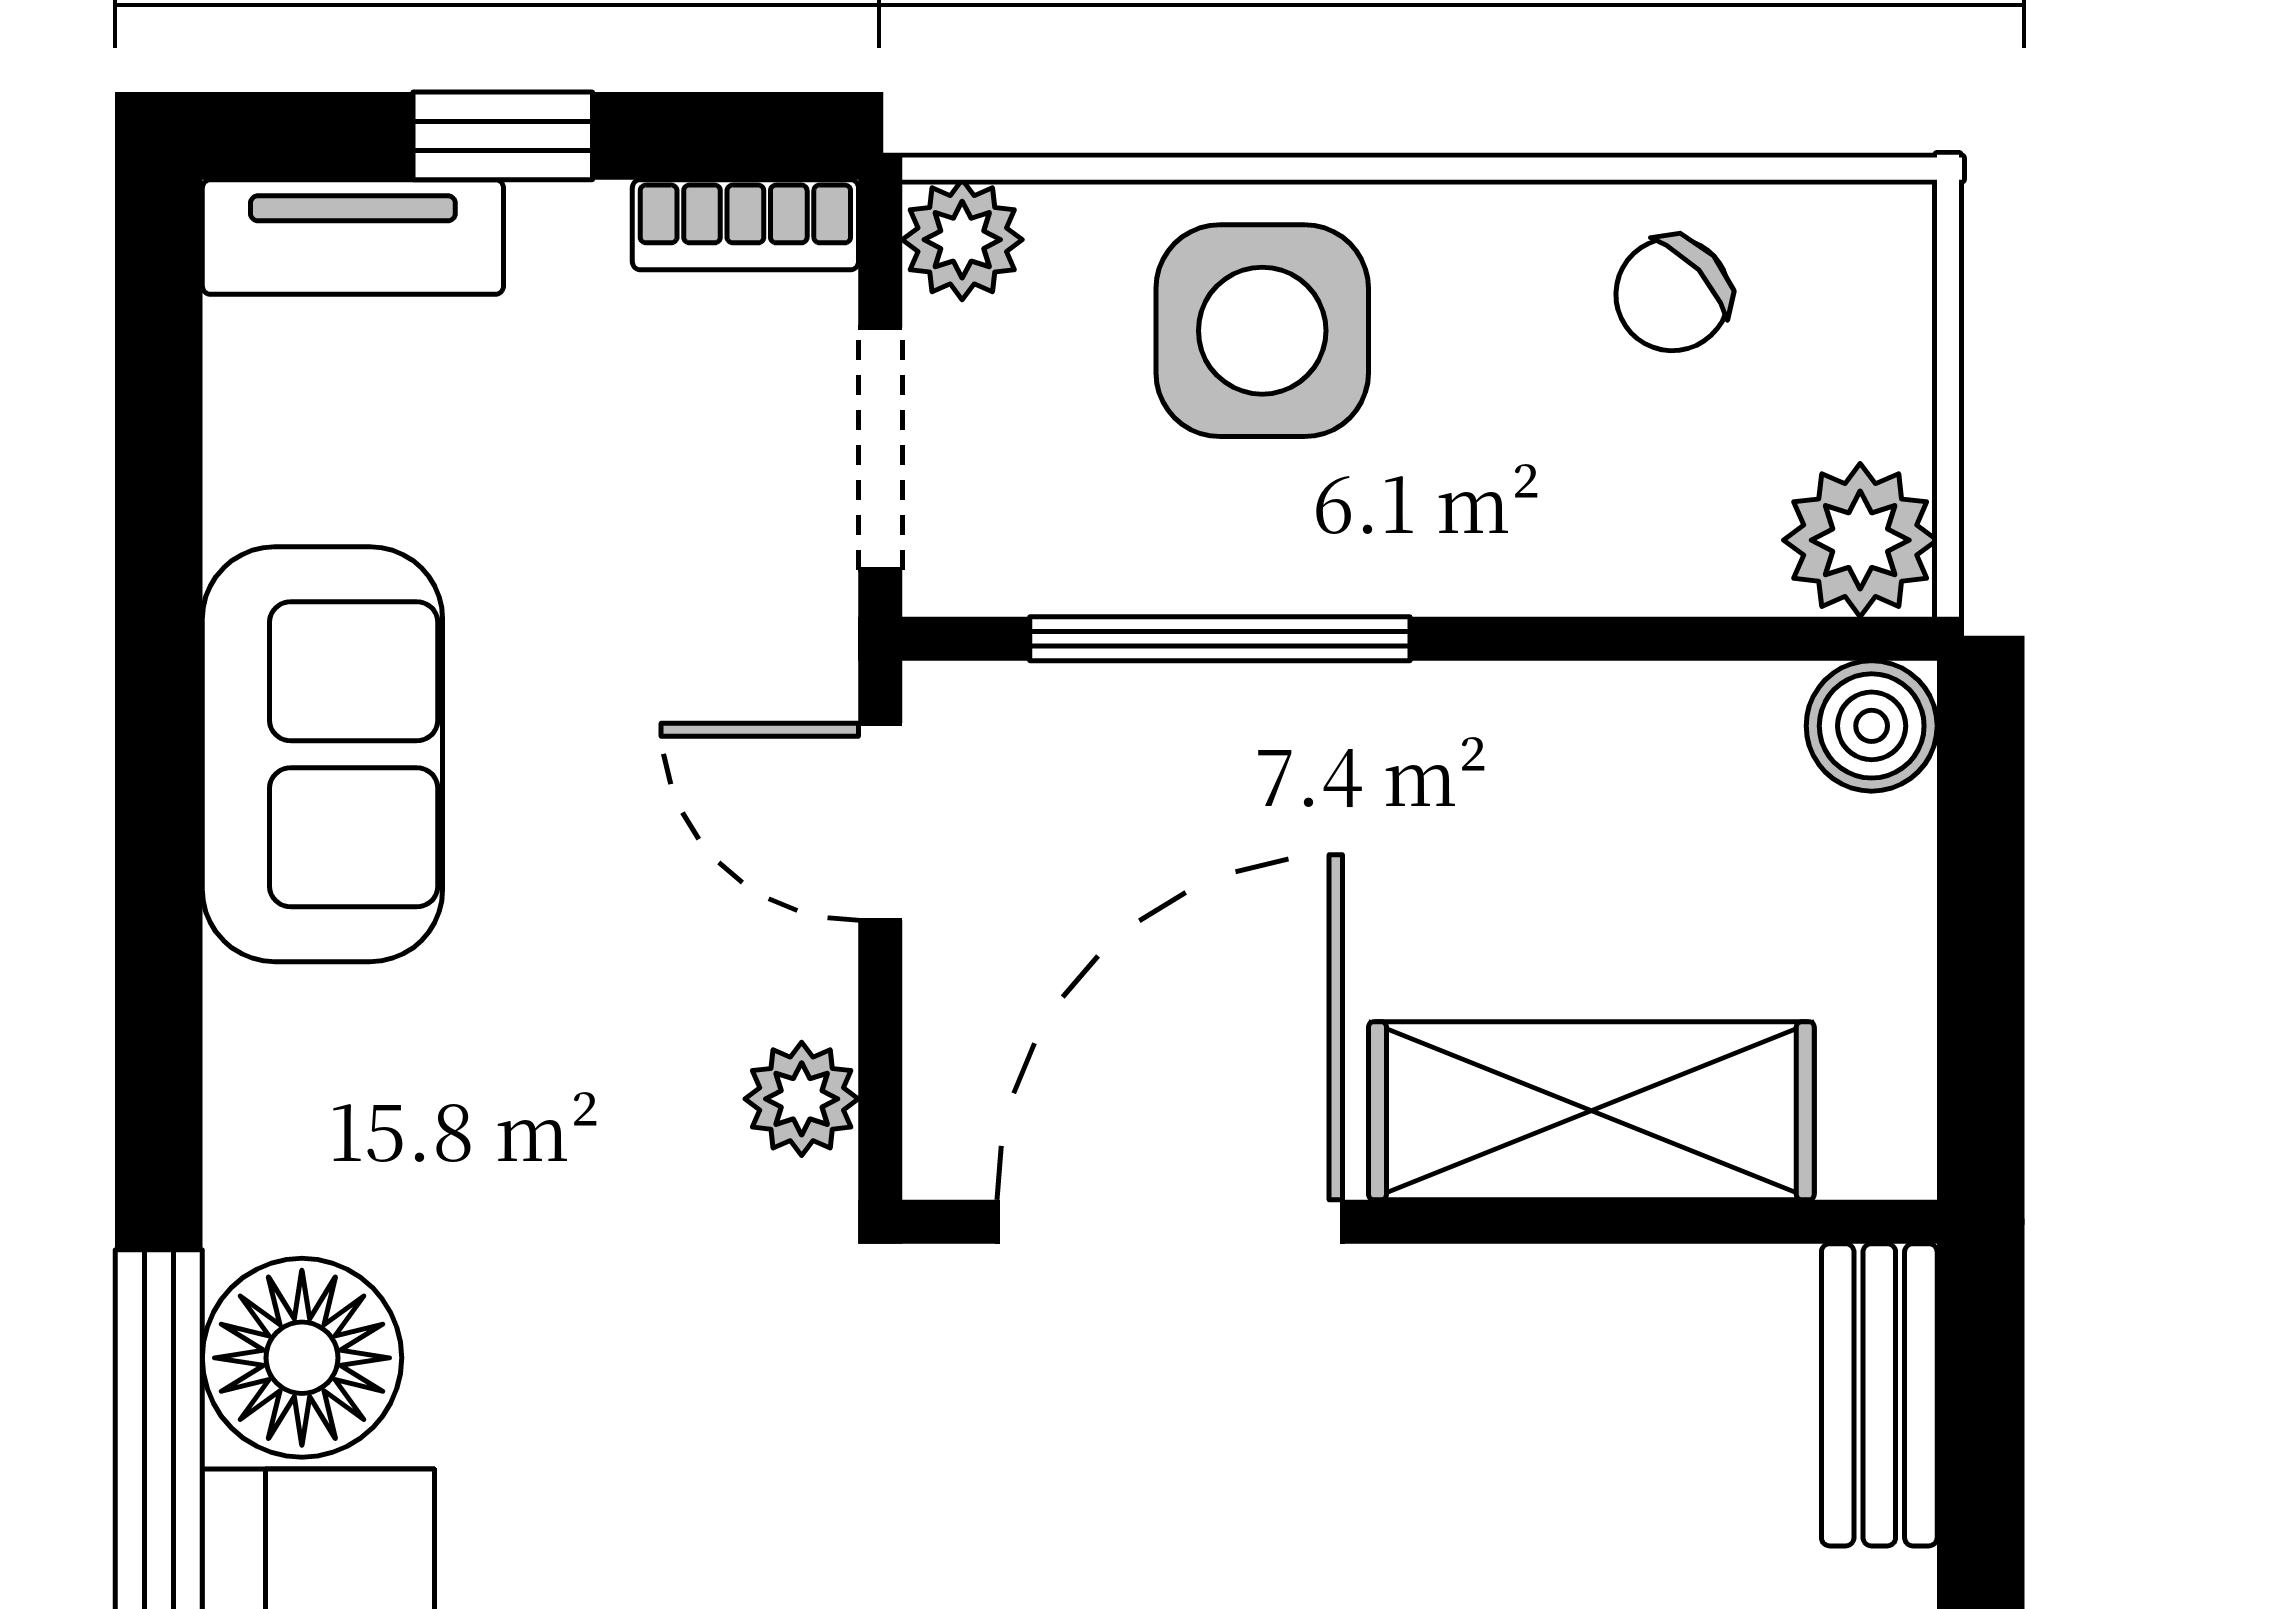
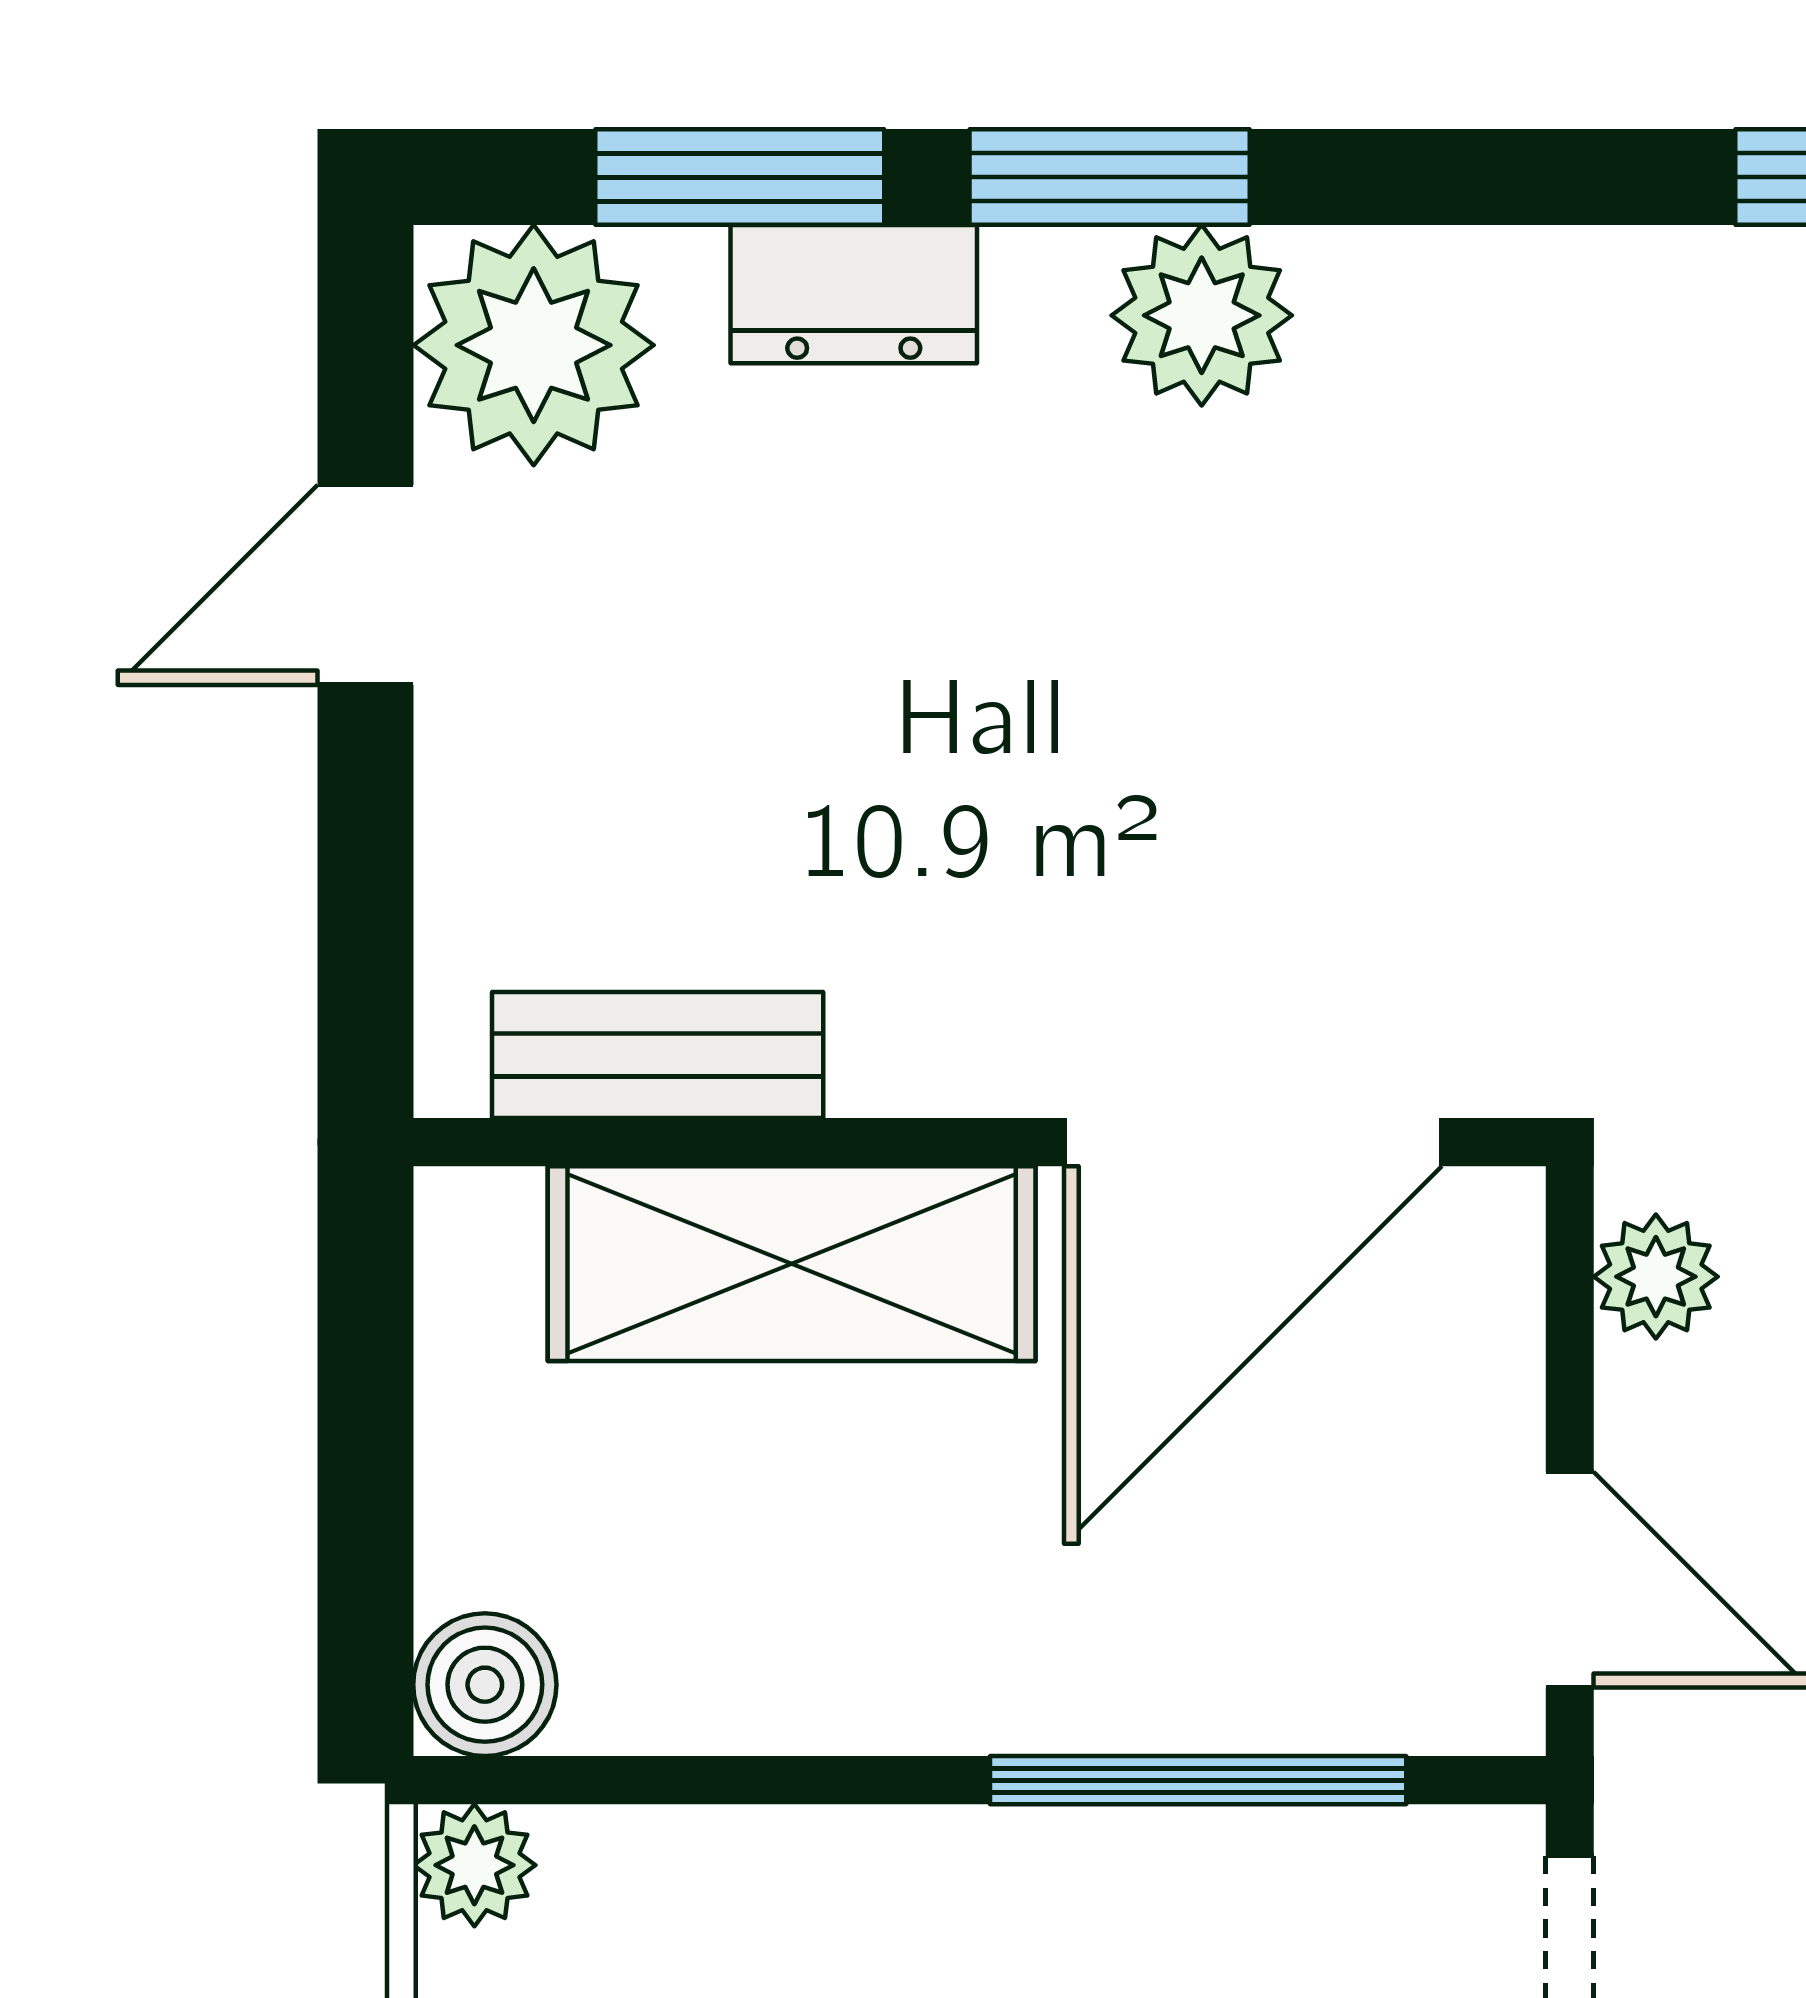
plant: (1860, 540) -> (474, 1865), width x0.73, depth x0.73
bench: (1879, 1395) -> (658, 1055), moved, turned 90

